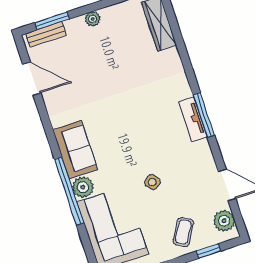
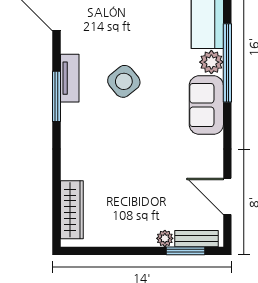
plant: (93, 19) -> (165, 238), moved
tv unit: (193, 119) -> (70, 78), moved
side table: (152, 182) -> (124, 81), moved, width x1.87, depth x1.87

